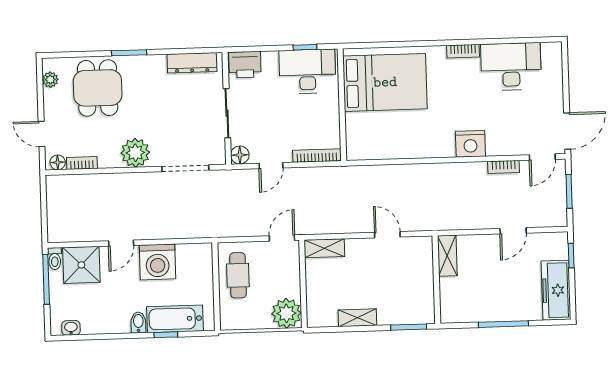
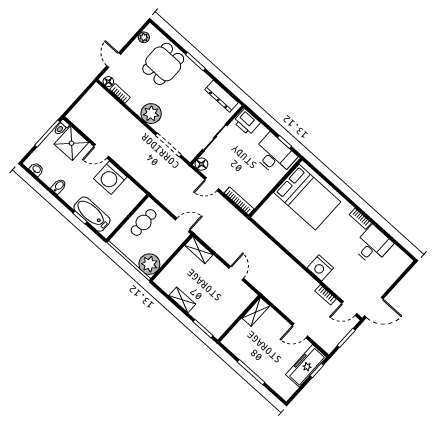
desk: (511, 67) -> (373, 245), width x0.73
freezer: (556, 290) -> (306, 366), moved
bidet: (138, 322) -> (59, 186), moved

